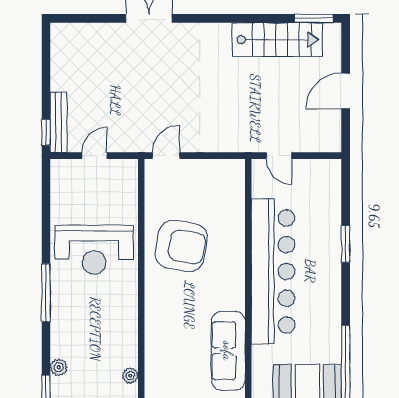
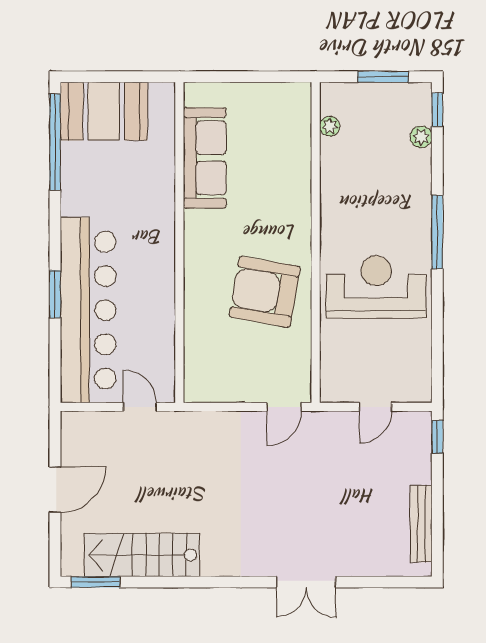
bench: (59, 122) -> (421, 524), moved
bar counter: (273, 272) -> (88, 310), moved, turned 180

